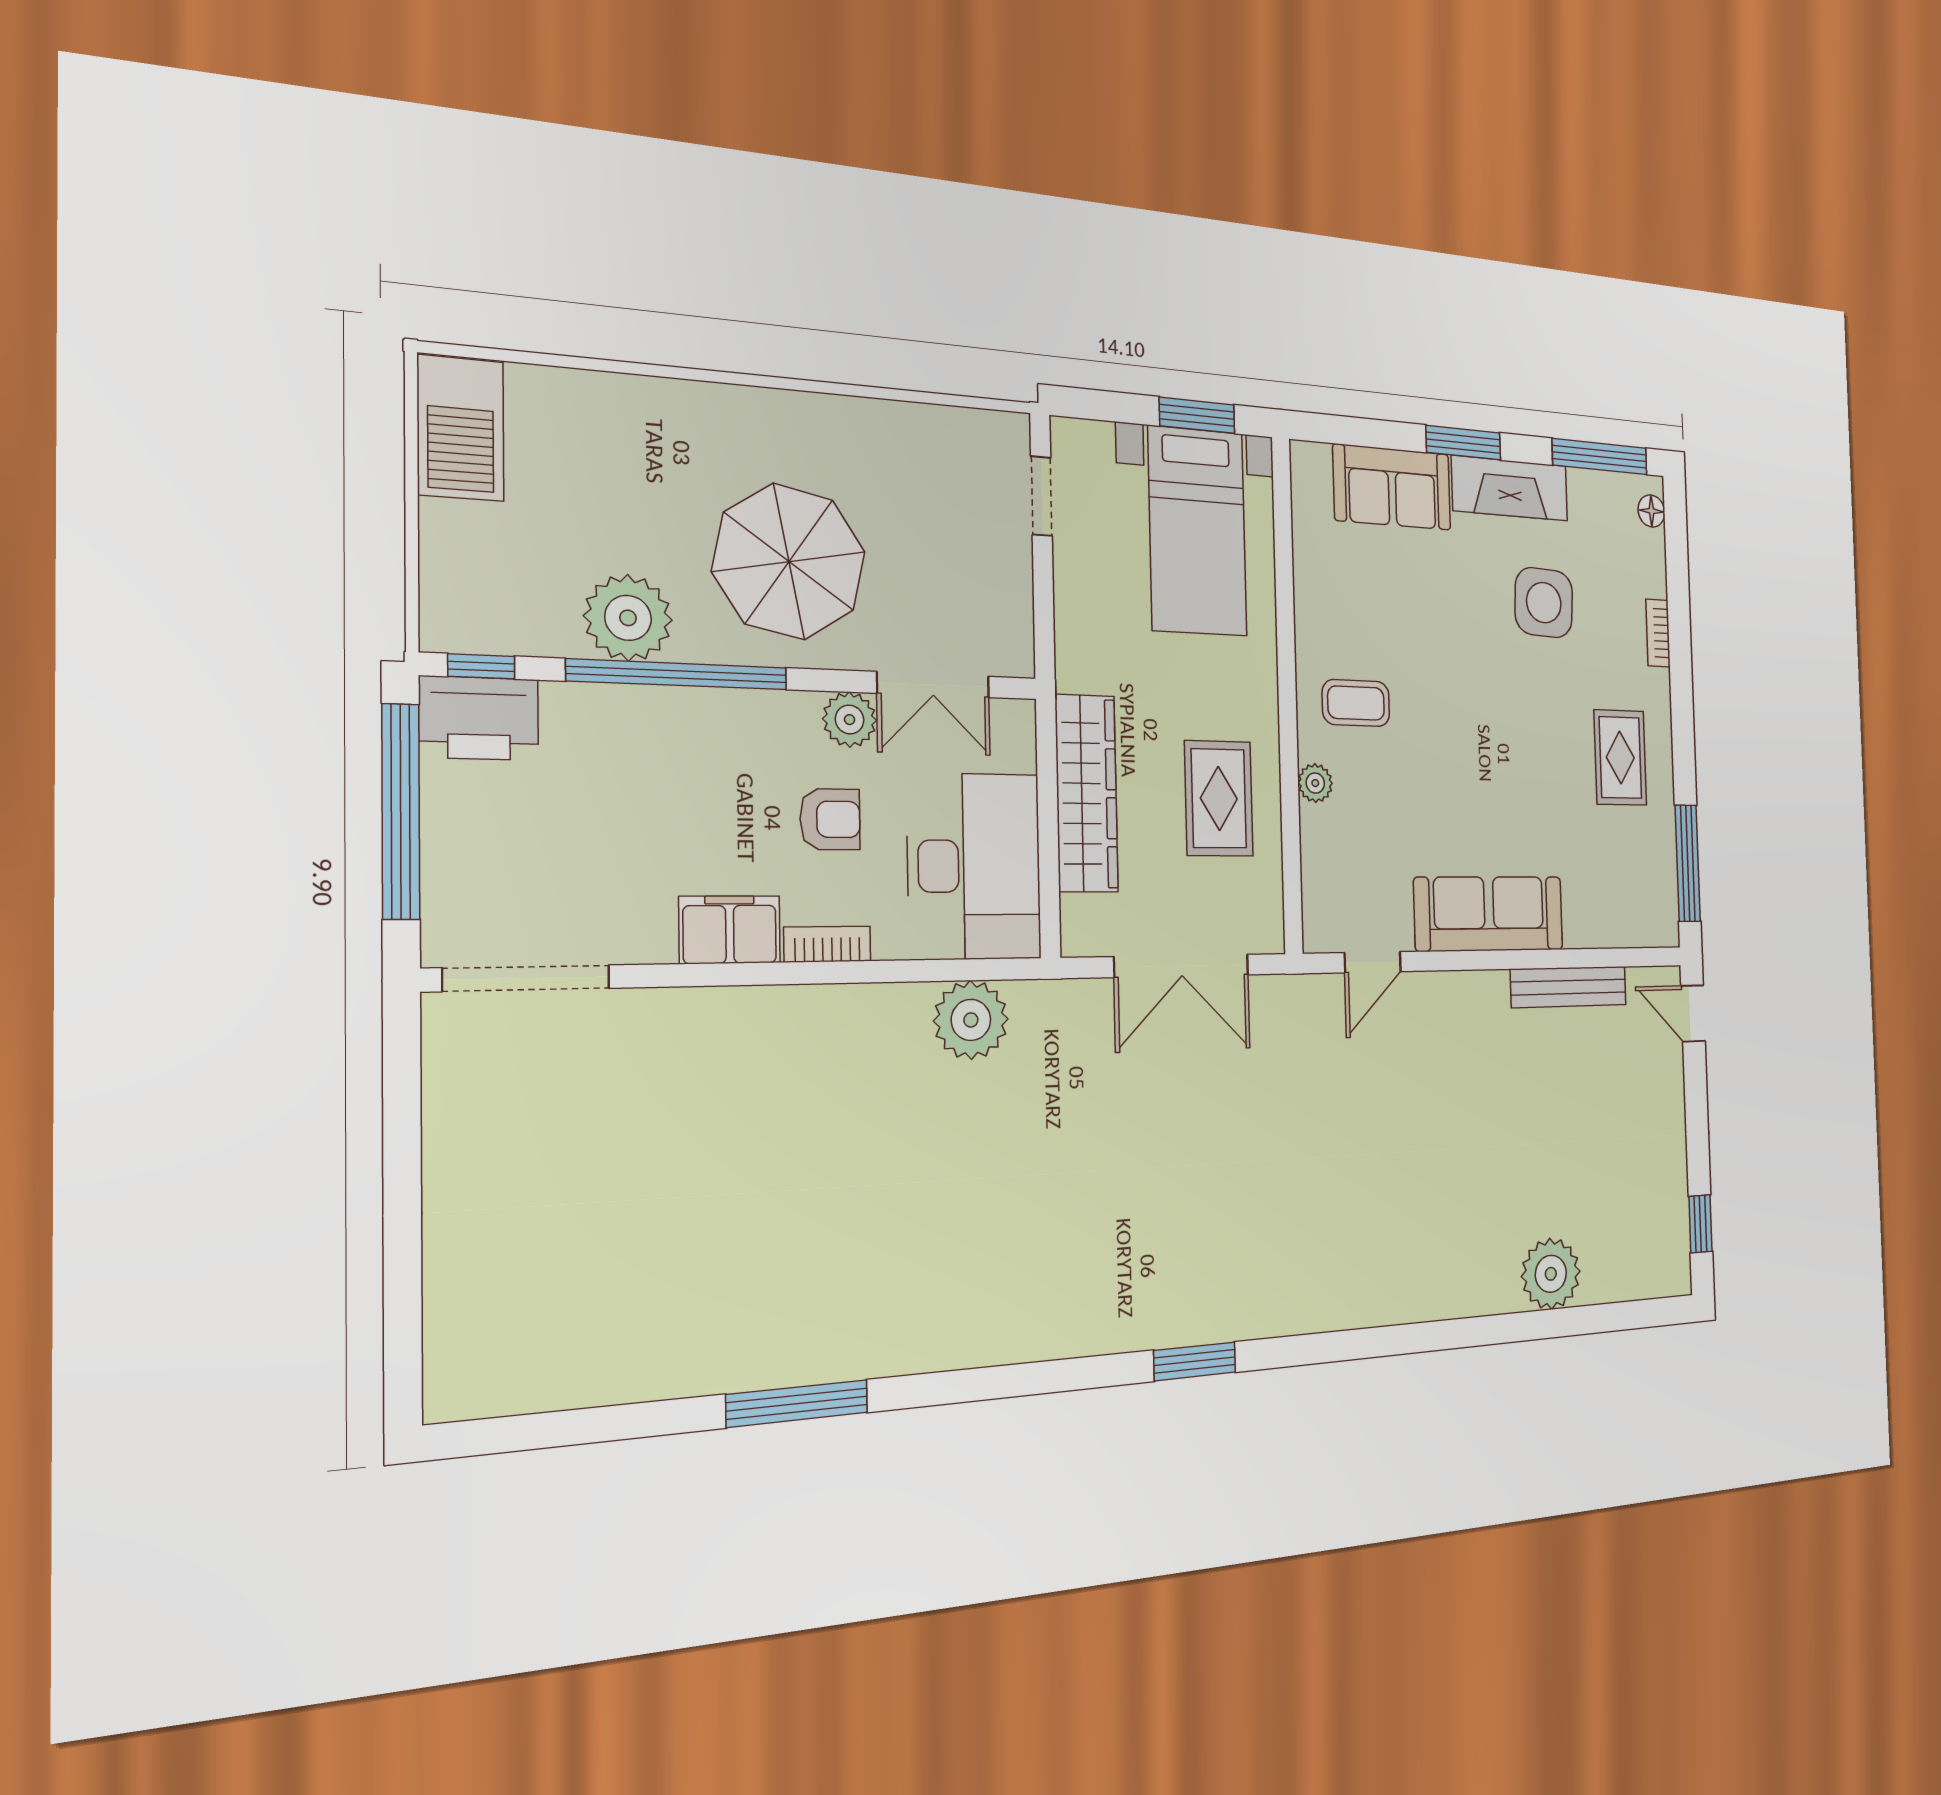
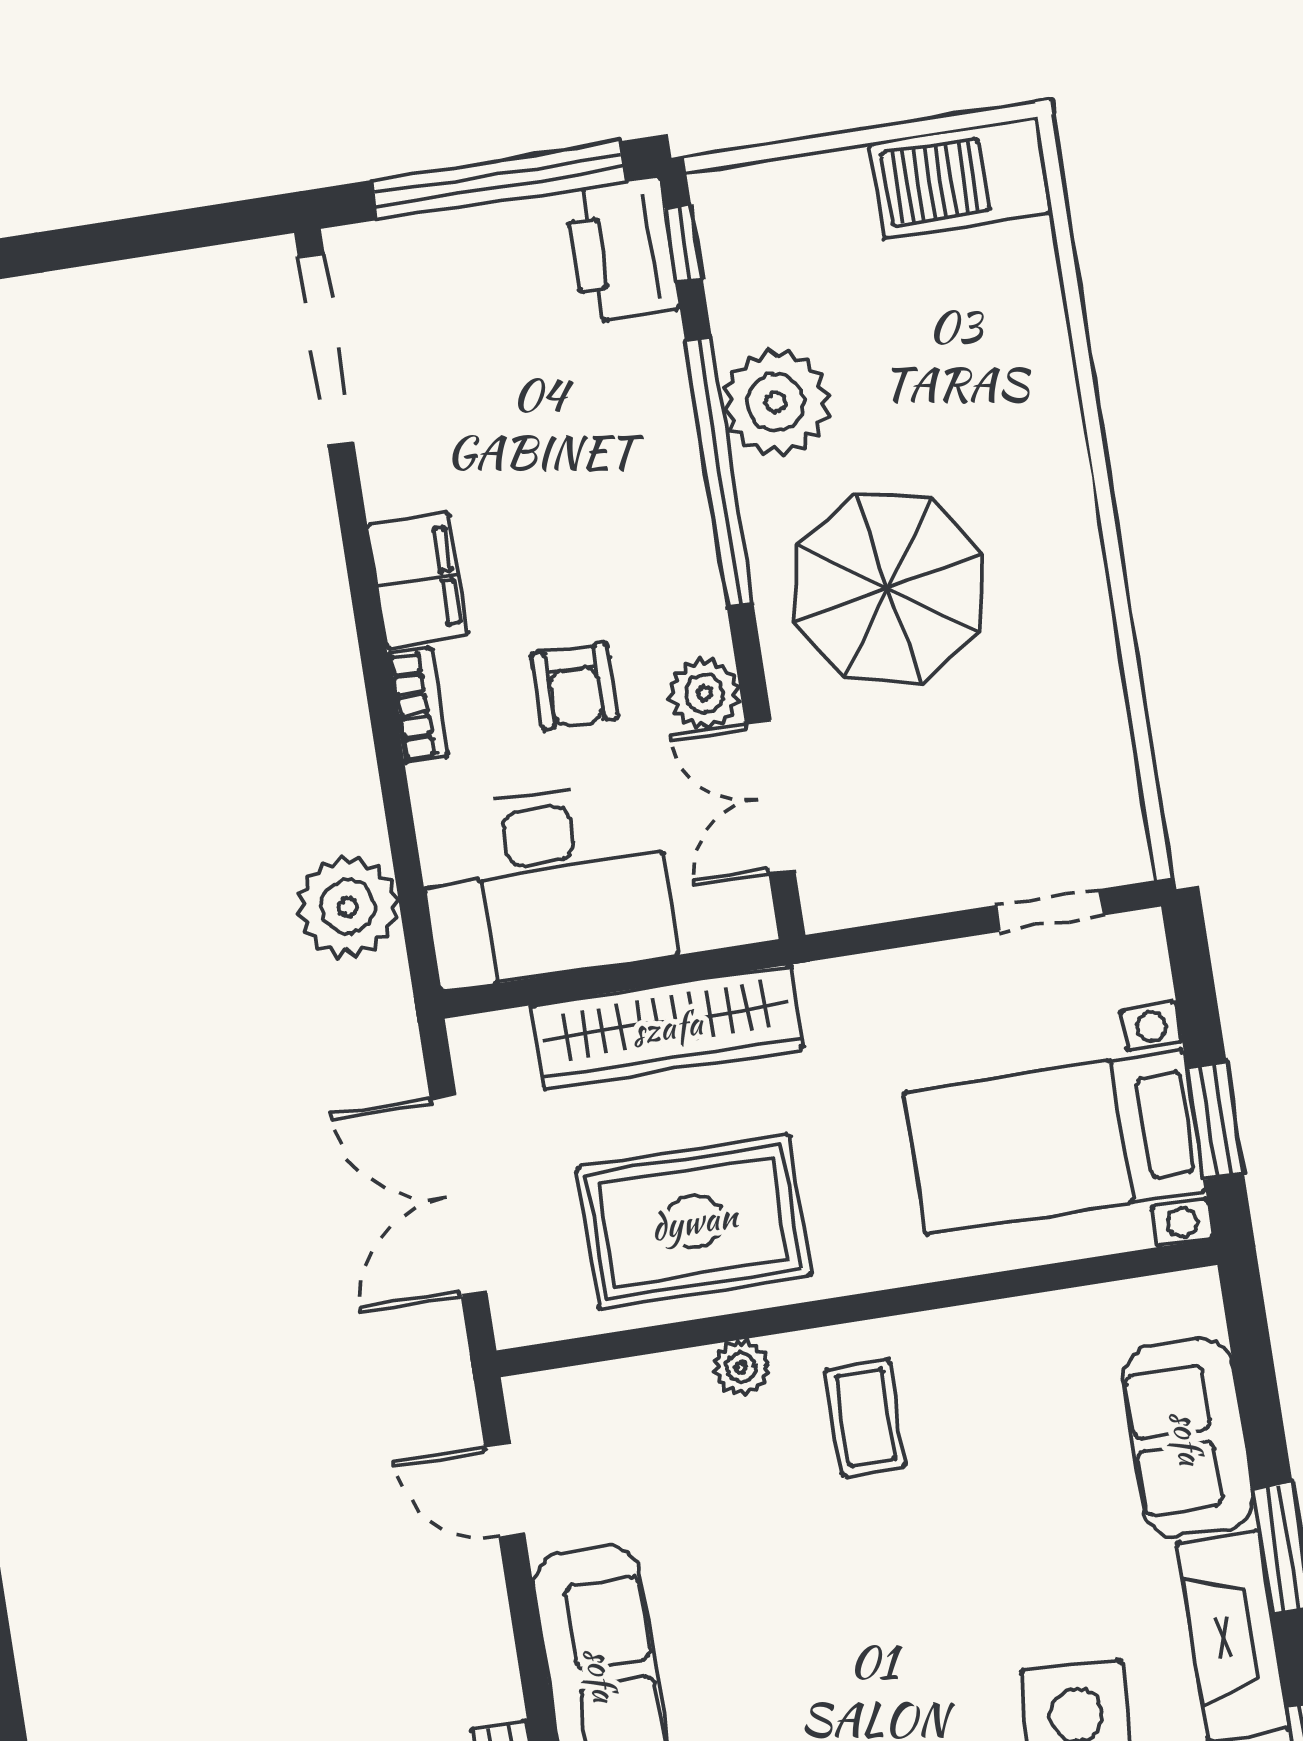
rug: (1219, 798) -> (694, 1221), width x1.36, depth x1.43

